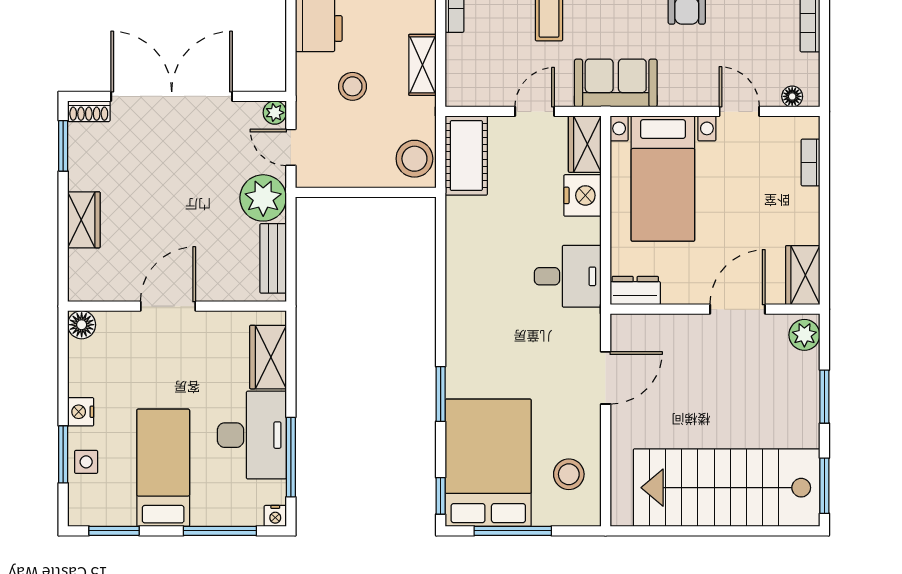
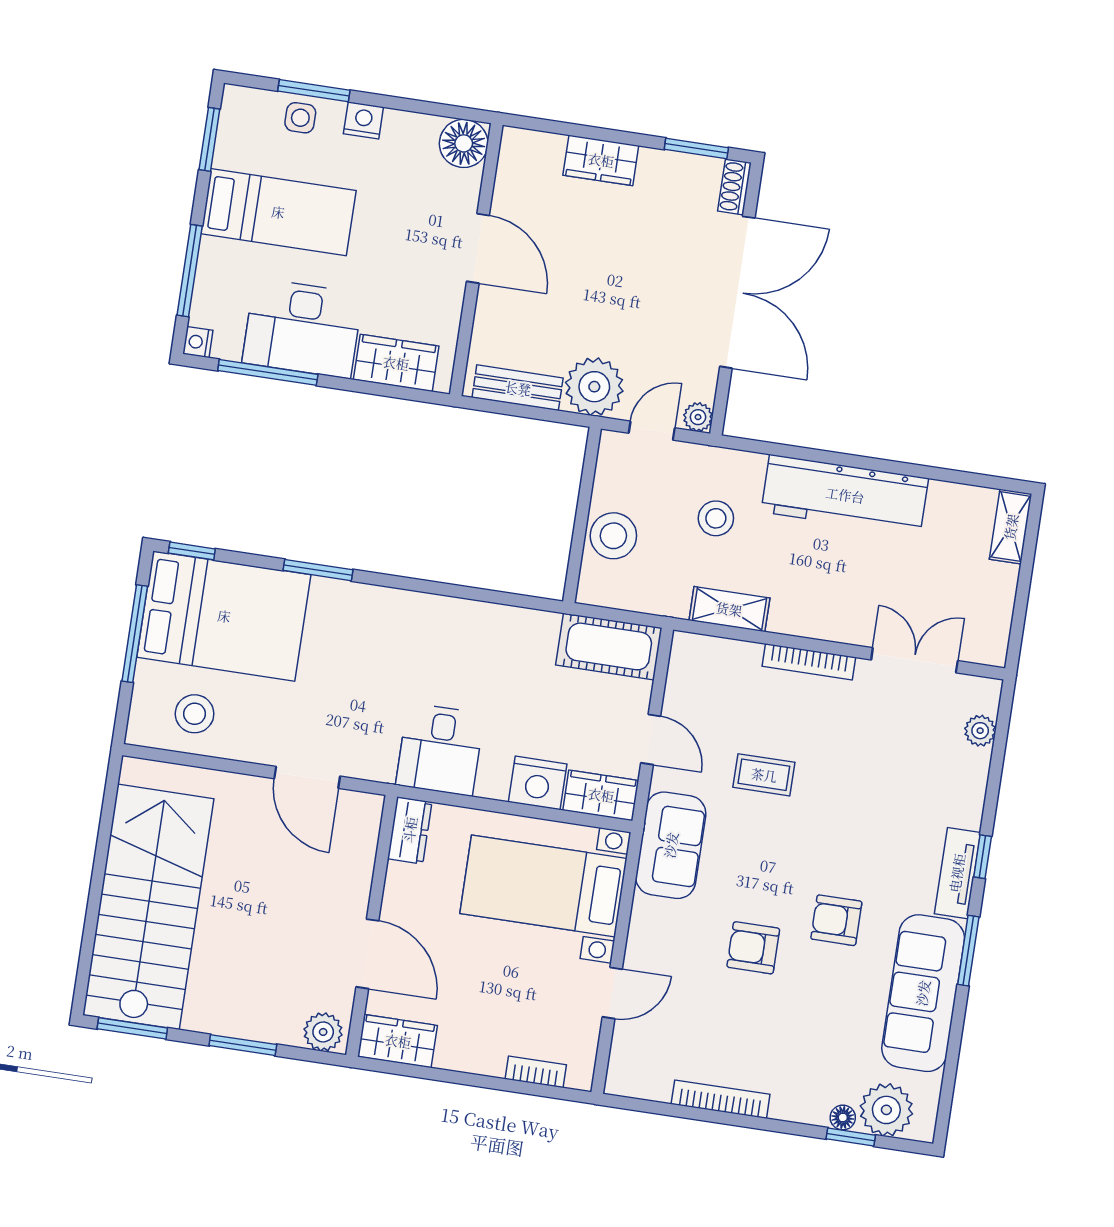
floor lamp: (792, 96) -> (621, 1061), removed
stool: (414, 159) -> (613, 536), moved
floor lamp: (82, 325) -> (464, 143), width x1.38, depth x1.38

